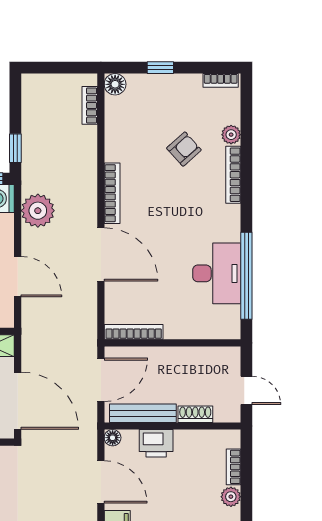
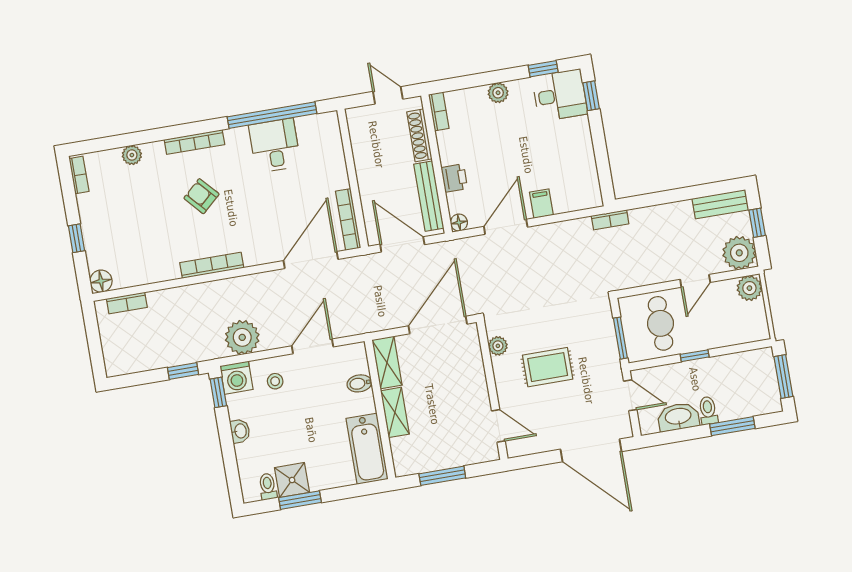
armchair: (184, 149) -> (201, 196), moved
bookcase: (233, 175) -> (194, 142), moved
door: (101, 254) -> (311, 260), moved
desk: (217, 273) -> (275, 146), width x0.73
door: (246, 390) -> (388, 95), hinge flipped
shoe rack: (195, 414) -> (419, 135), width x1.43
printer: (156, 443) -> (454, 178), width x0.73, depth x0.81
bookcase: (233, 467) -> (439, 111), moved, turned -90

